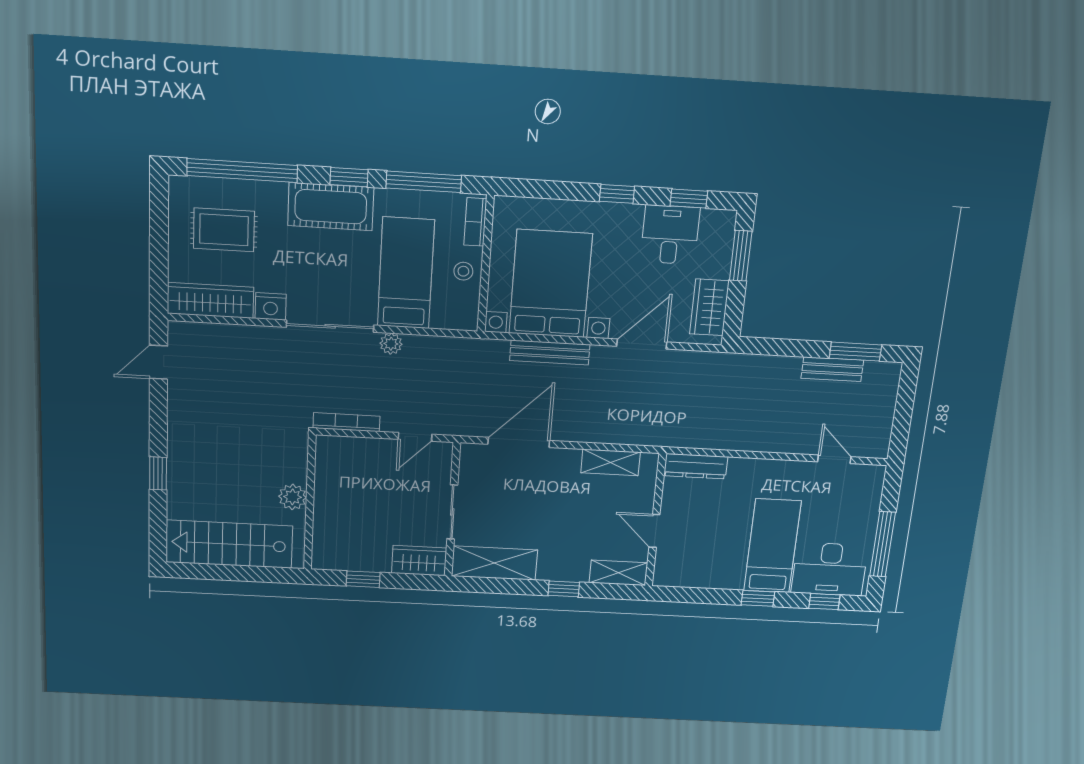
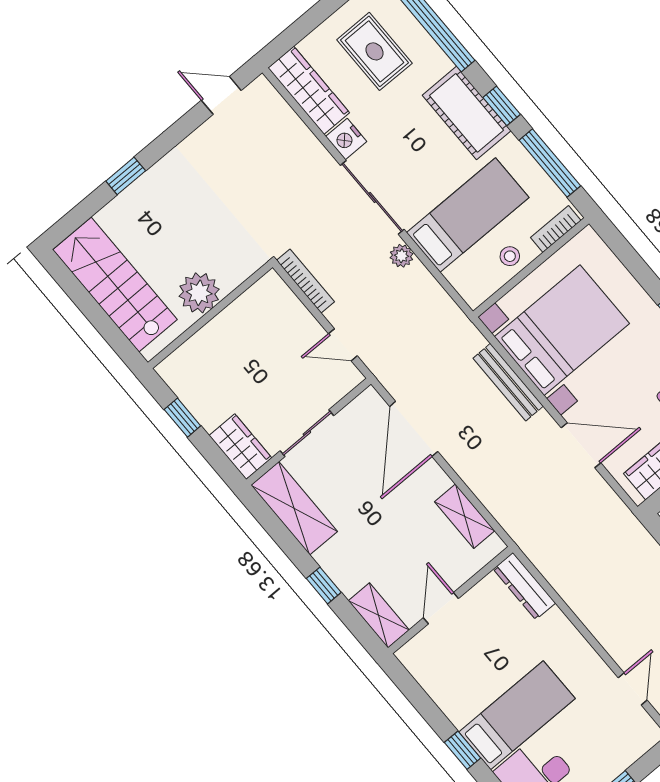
door: (519, 442) -> (414, 429), swing flipped
plant: (293, 497) -> (199, 293), width x1.36, depth x1.36

